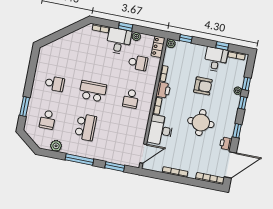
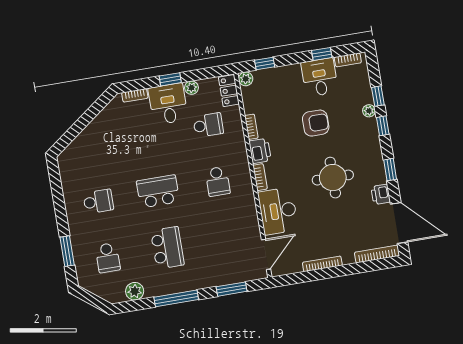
door: (230, 165) -> (399, 223), hinge flipped

